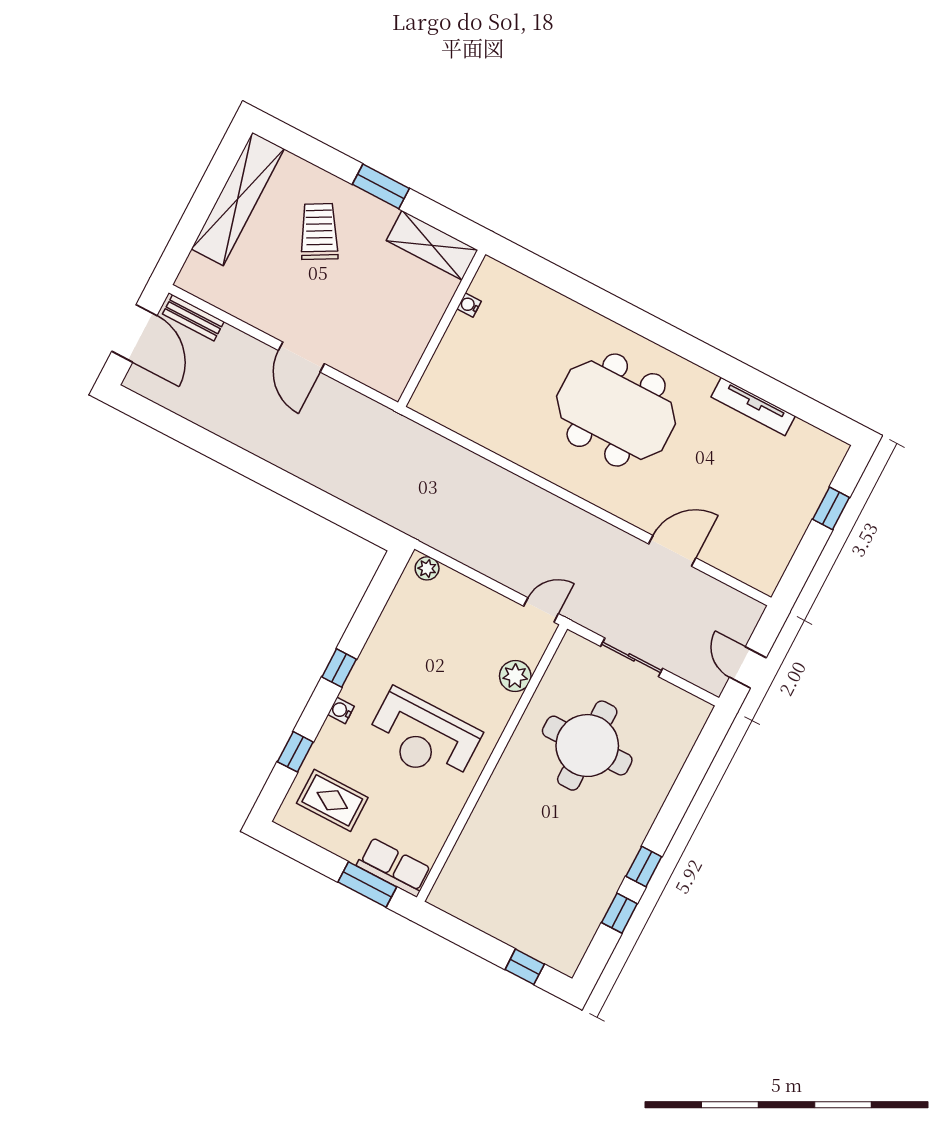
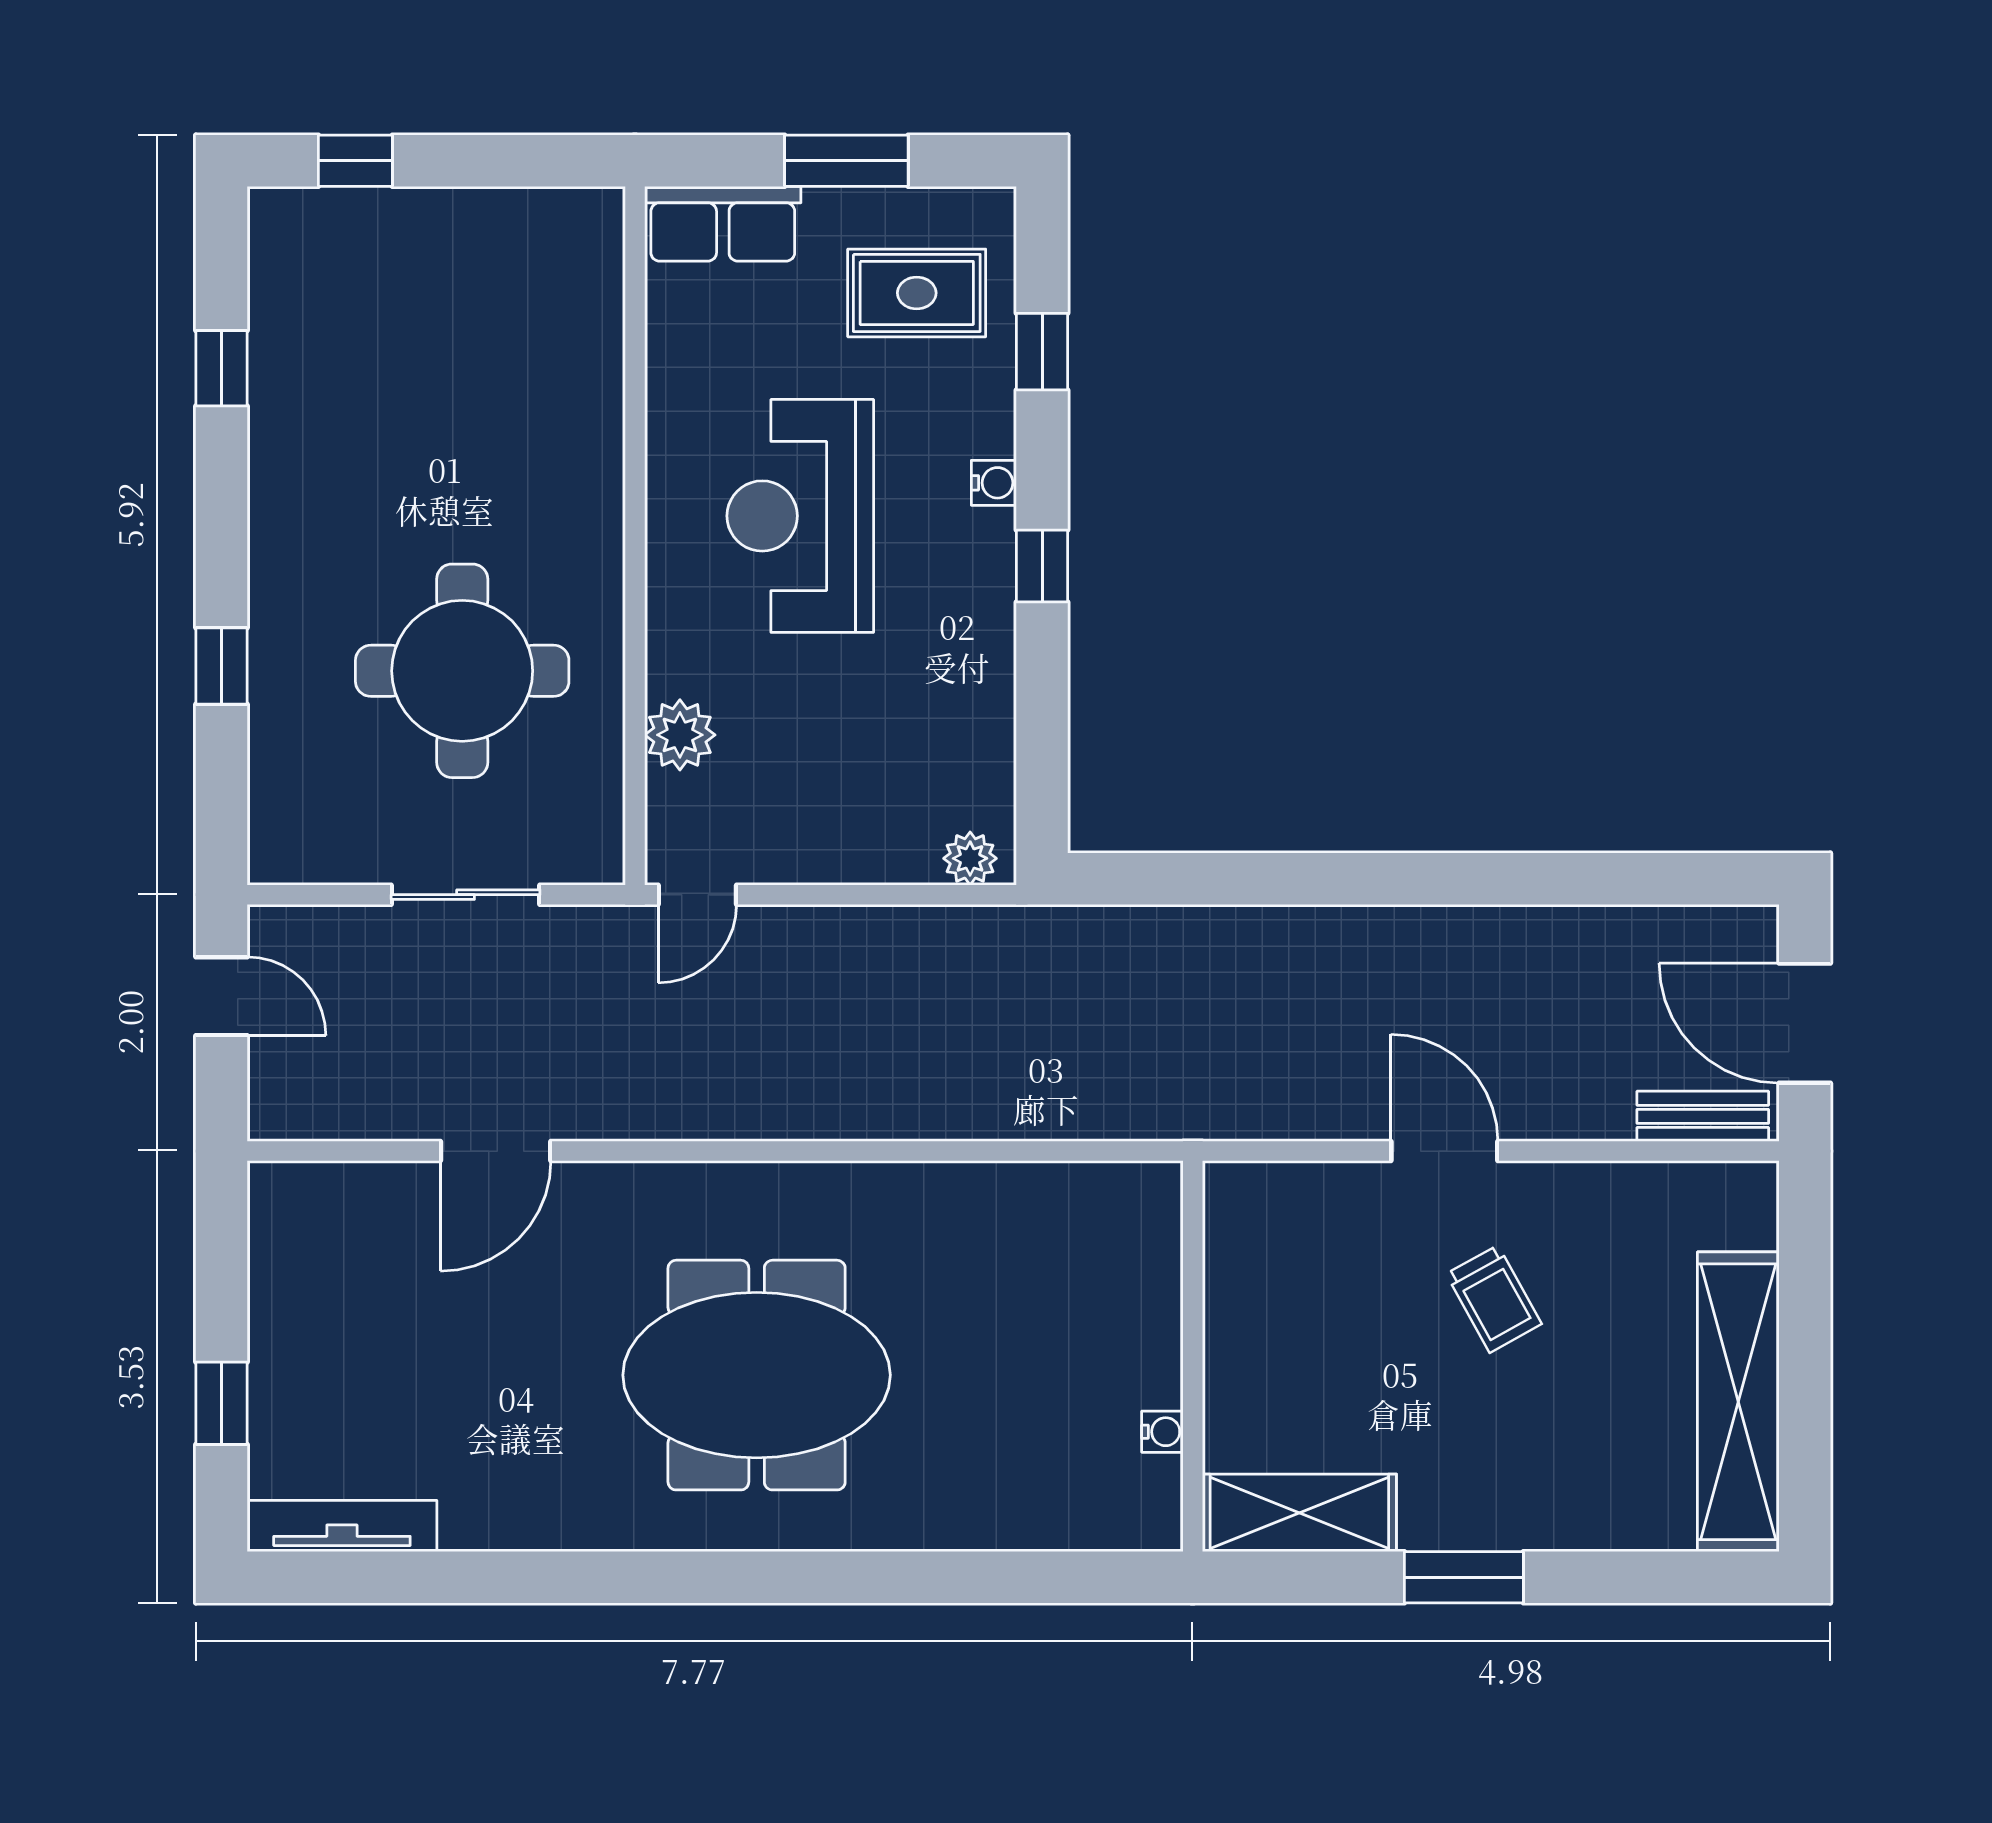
trolley: (319, 231) -> (1494, 1299), moved, width x0.73, depth x0.72
tv unit: (753, 407) -> (342, 1526), moved
reception desk: (423, 737) -> (800, 516), turned -90
window: (644, 866) -> (221, 666), moved
window: (367, 884) -> (846, 161), moved

